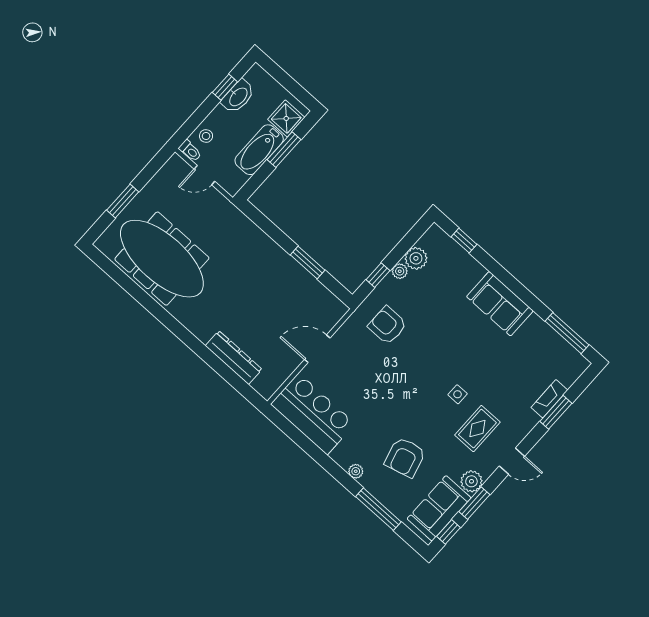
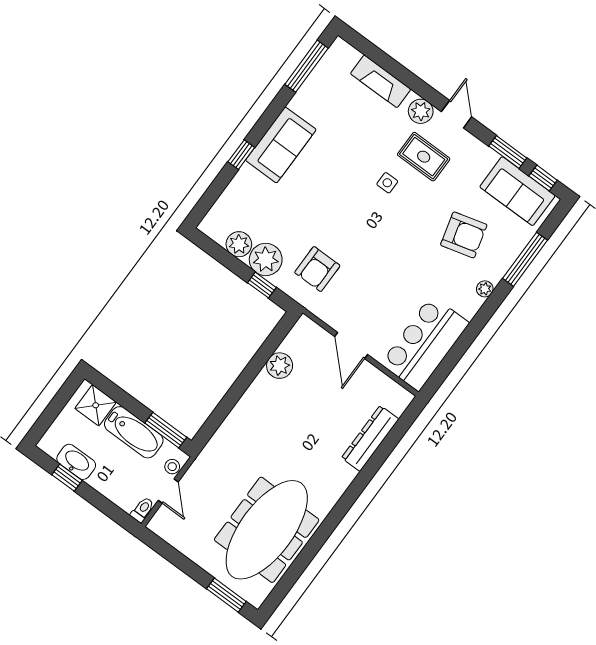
stool: (206, 136) -> (172, 467), moved
window: (284, 150) -> (166, 430), moved
window: (123, 201) -> (226, 595), moved
window: (464, 241) -> (241, 155), moved
window: (308, 263) -> (255, 366), removed
plant: (400, 271) -> (266, 259), width x1.88, depth x1.88
plant: (306, 284) -> (280, 366), added
fireplace: (549, 399) -> (381, 81), width x1.37, depth x1.32
window: (556, 412) -> (397, 70), removed
plant: (471, 481) -> (421, 111), moved

